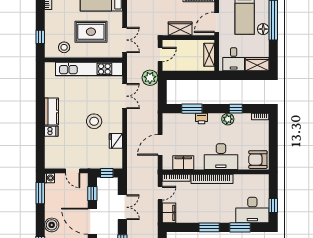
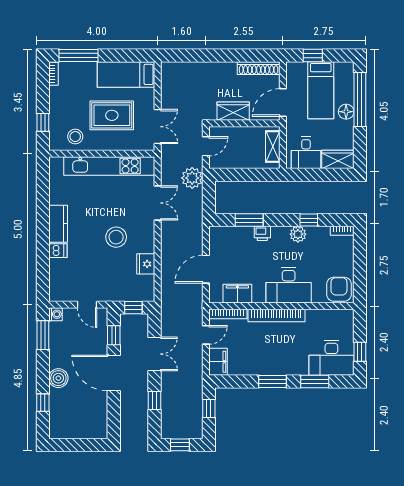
armchair: (258, 160) -> (339, 289), turned 90

